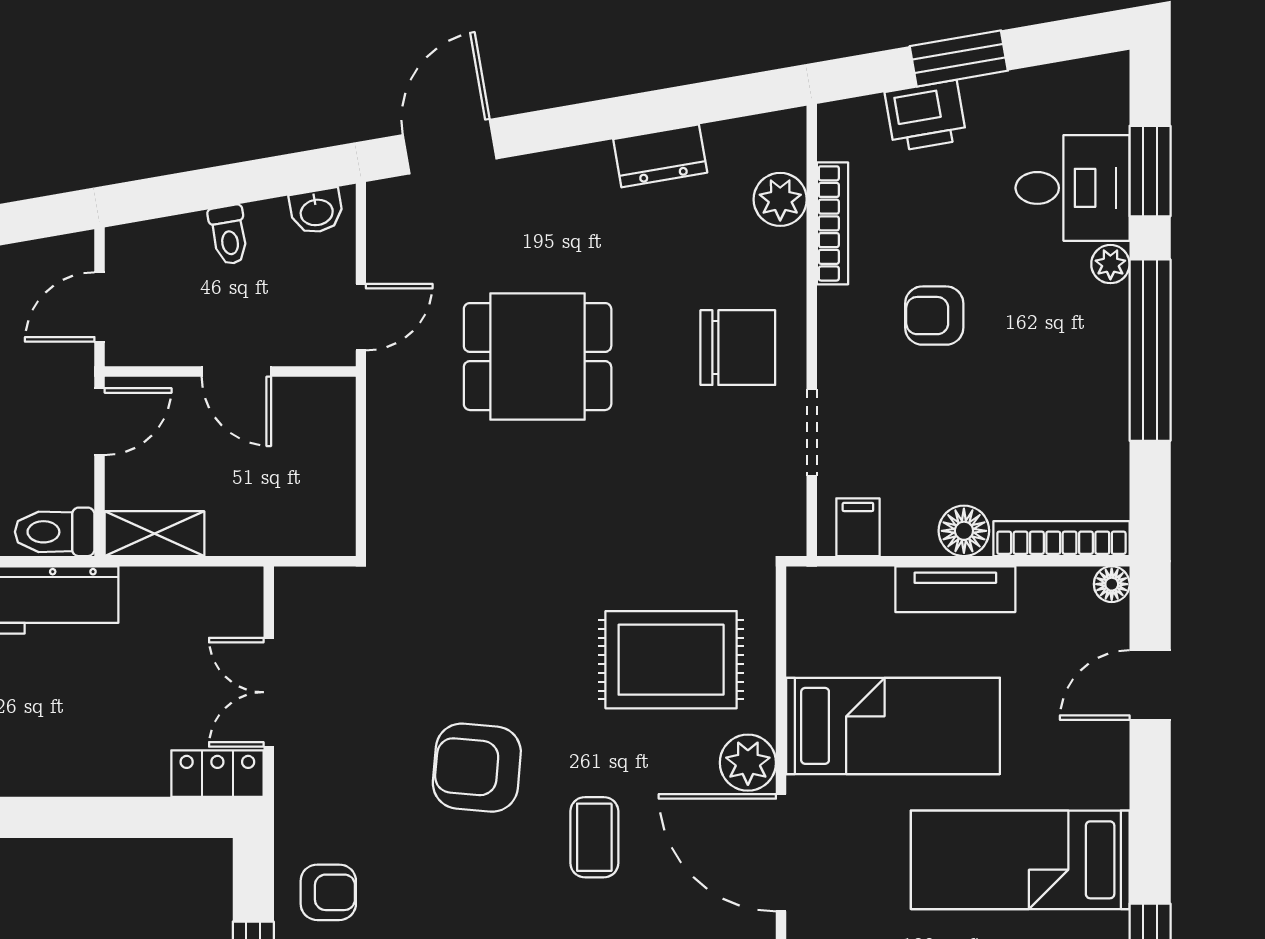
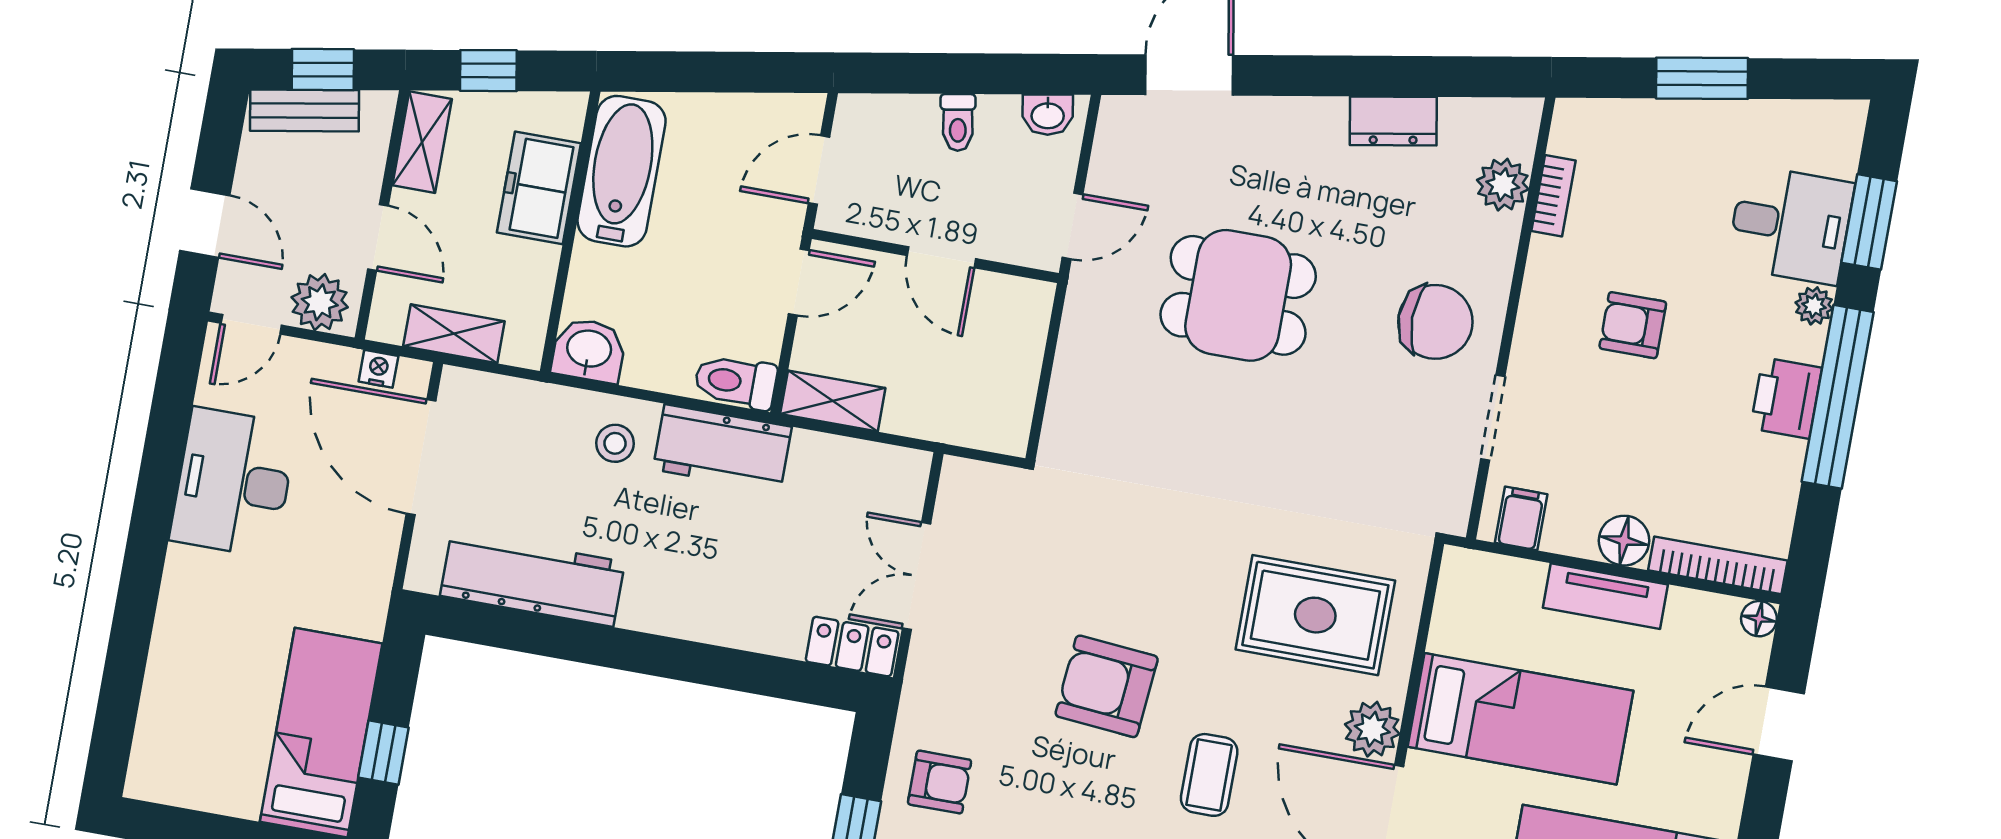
printer: (926, 116) -> (1786, 398), moved, turned 100
bookcase: (833, 223) -> (1554, 196), width x0.64

